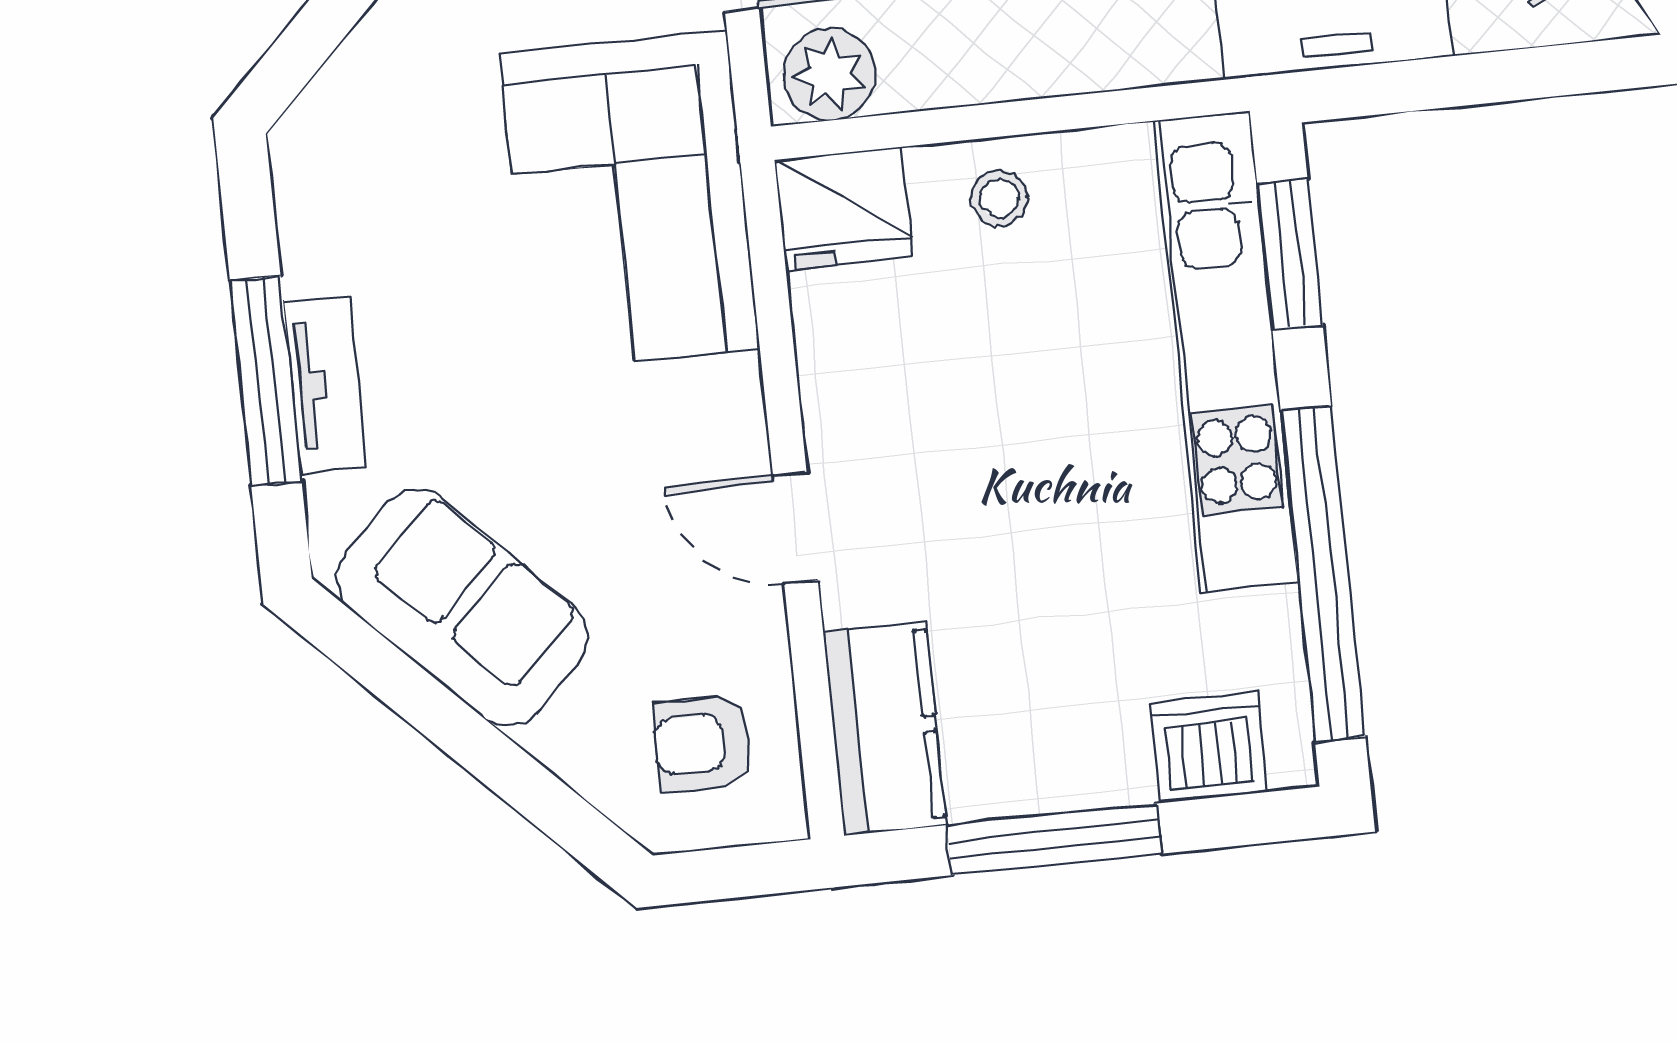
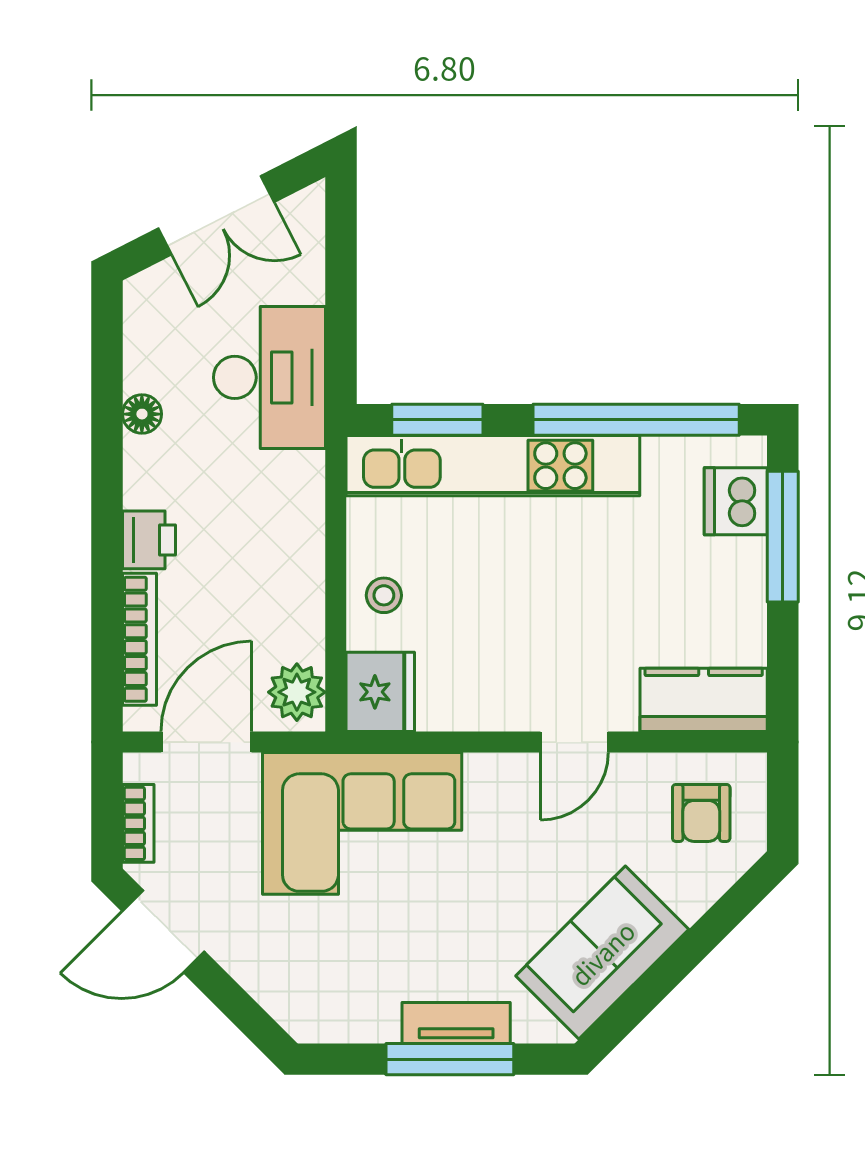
window: (1054, 839) -> (783, 537), moved

